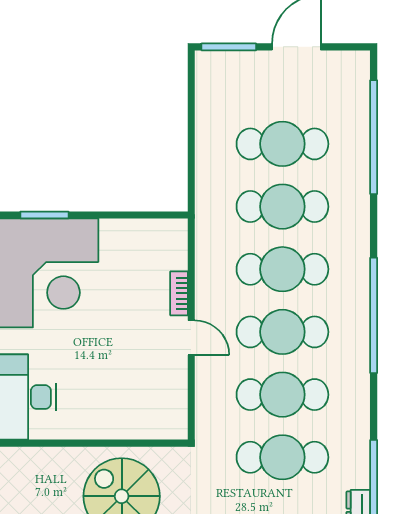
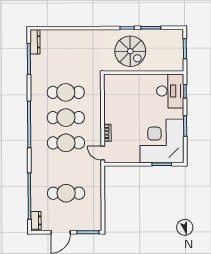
dresser: (358, 76) -> (36, 220), added
cafe table: (282, 207) -> (66, 168), removed
door: (191, 338) -> (103, 153), moved
cafe table: (282, 457) -> (66, 67), removed

